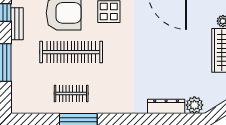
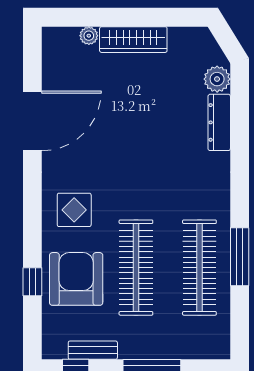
clothes rail: (71, 94) -> (199, 268), width x1.86, depth x1.31

